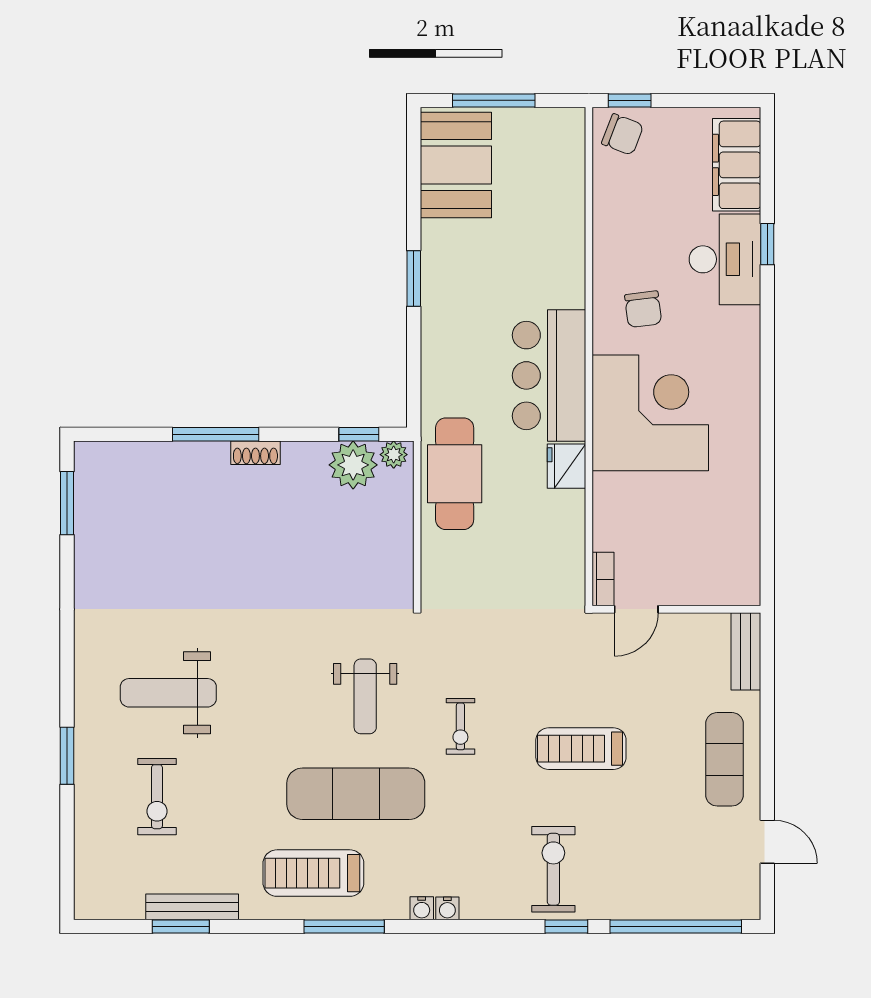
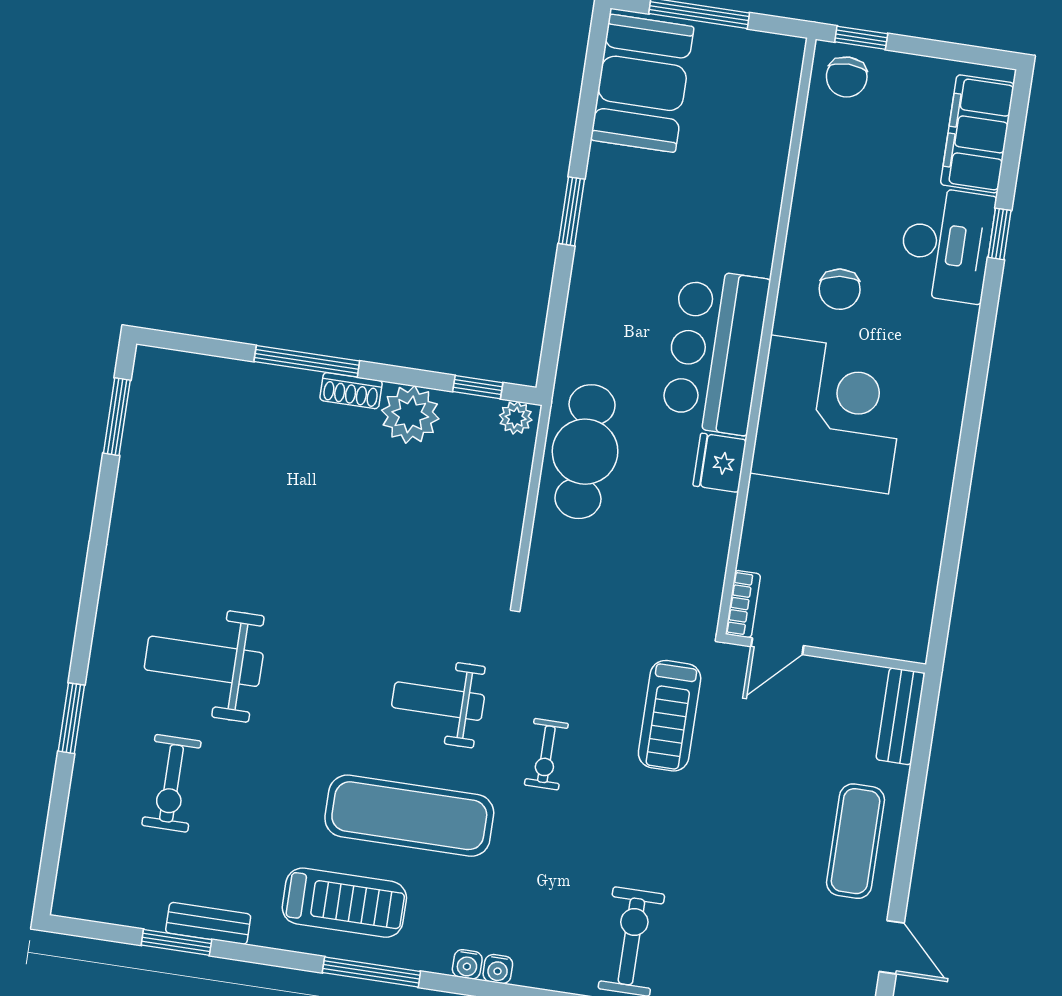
chair: (623, 134) -> (847, 77), turned 69
plant: (353, 465) -> (410, 414), moved
weight bench: (365, 696) -> (438, 701), turned 90
treadmill: (581, 749) -> (670, 716), moved, turned -90
treadmill: (313, 873) -> (344, 903), turned 180
bench: (192, 907) -> (208, 923), width x0.73

